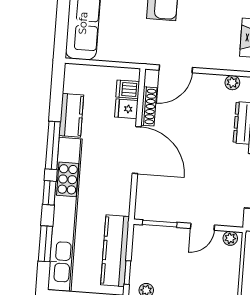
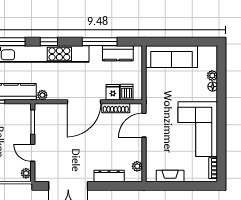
door: (176, 69) -> (144, 125), hinge flipped
kitchen counter: (71, 115) -> (118, 53), moved
window: (53, 145) -> (100, 42), moved
plant: (123, 207) -> (42, 95), added

